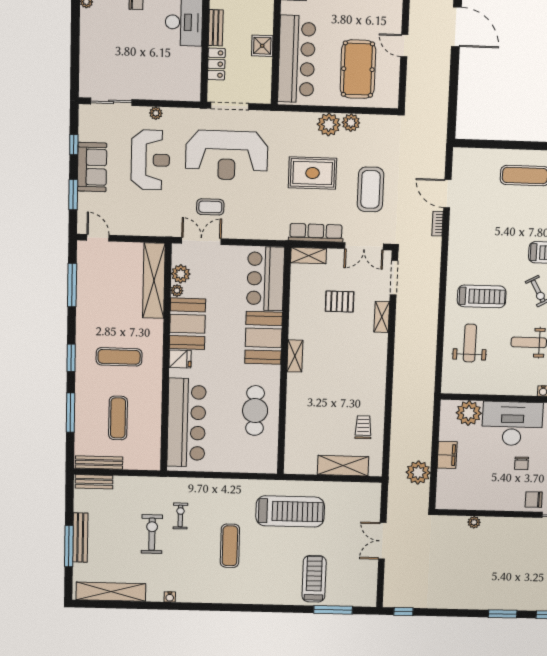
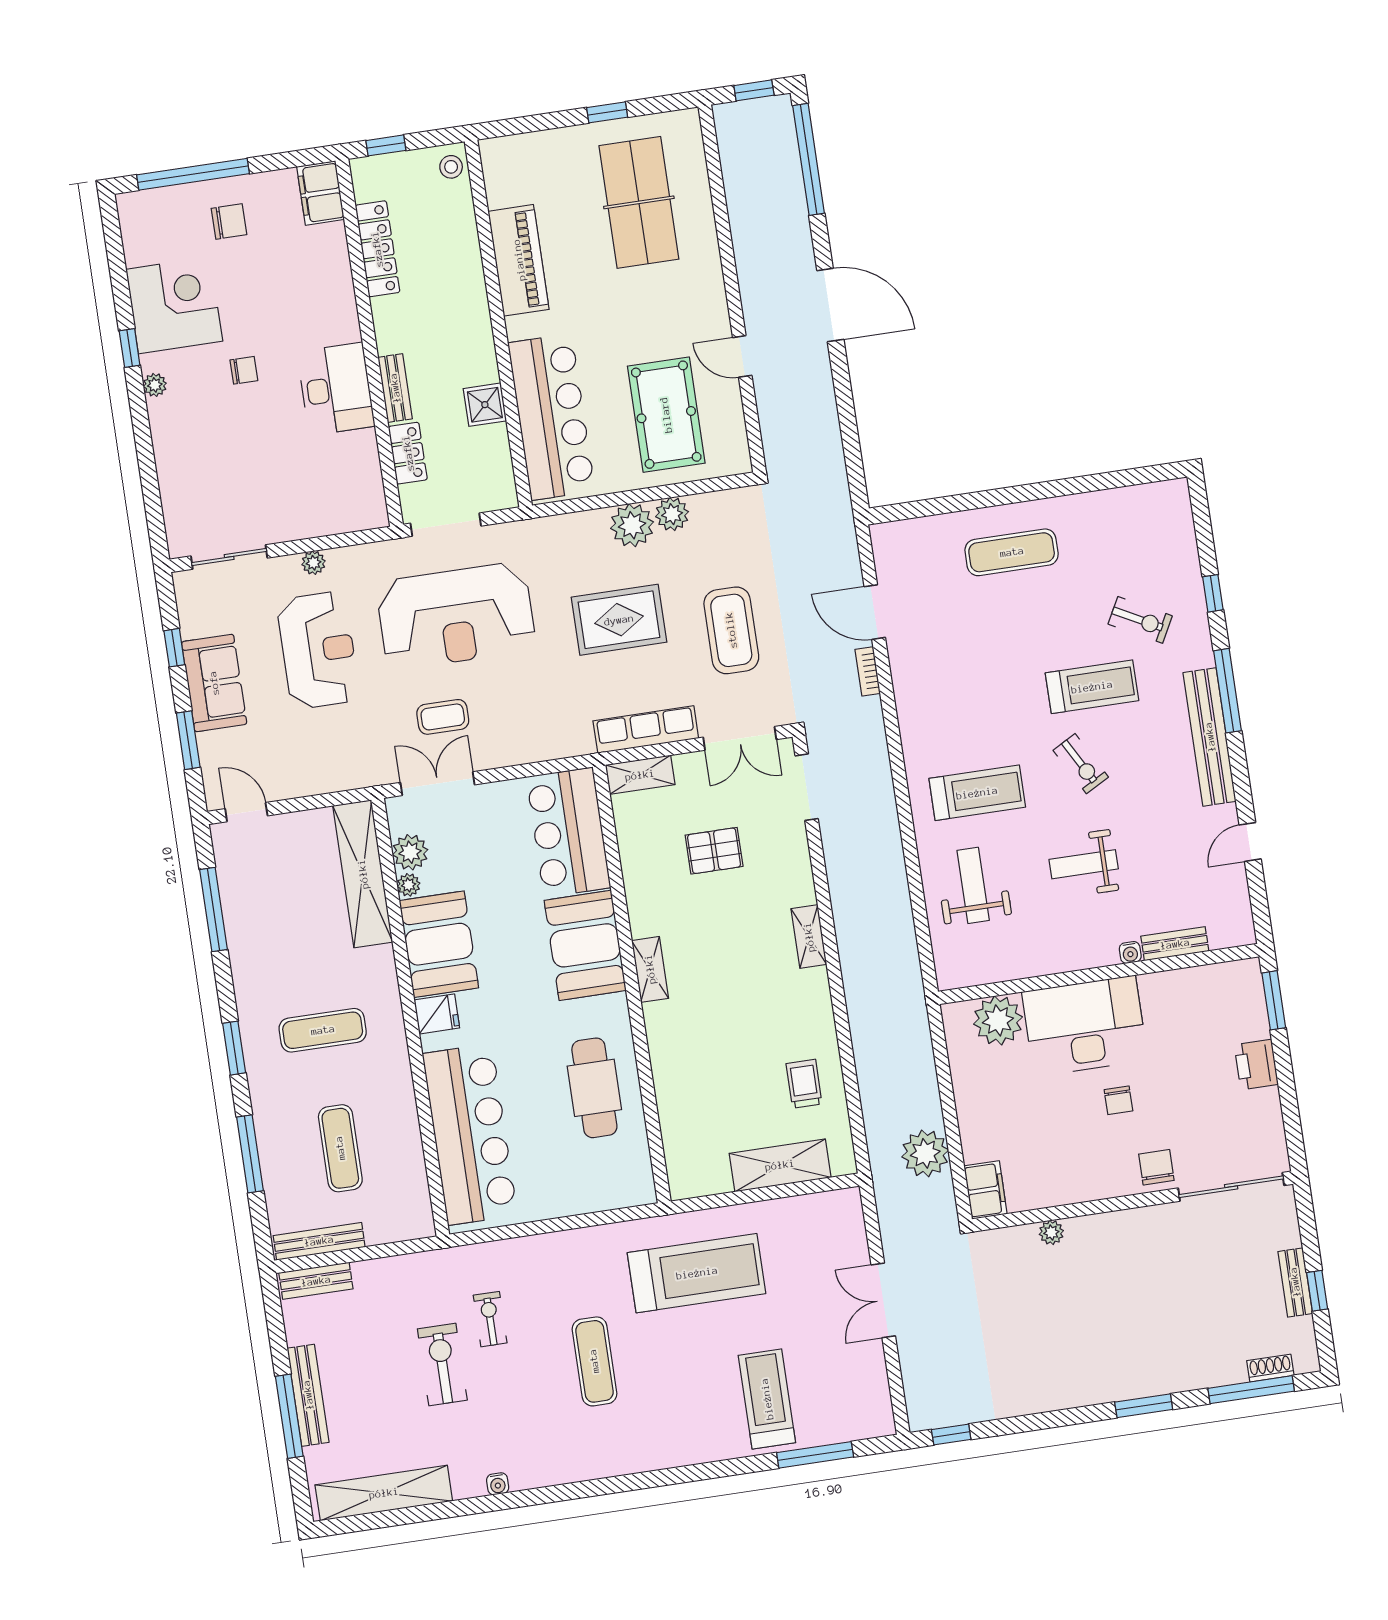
shelving: (382, 317) -> (809, 937), moved
filing cabinet: (447, 455) -> (985, 1190), moved
chair: (534, 500) -> (1156, 1167), turned 90

